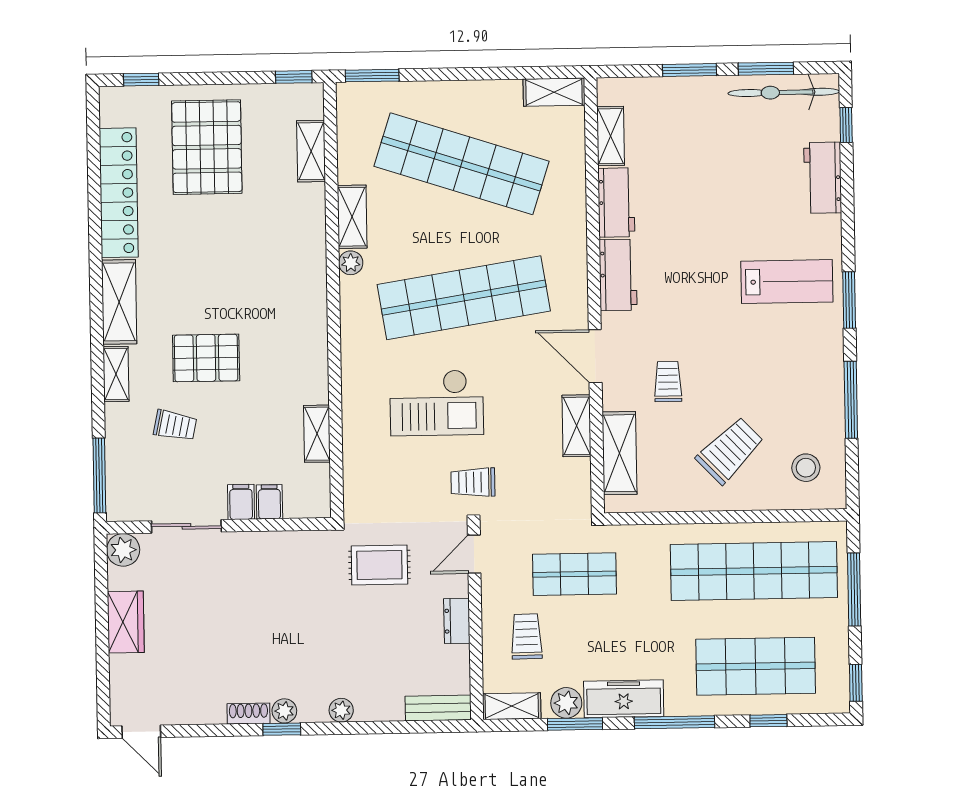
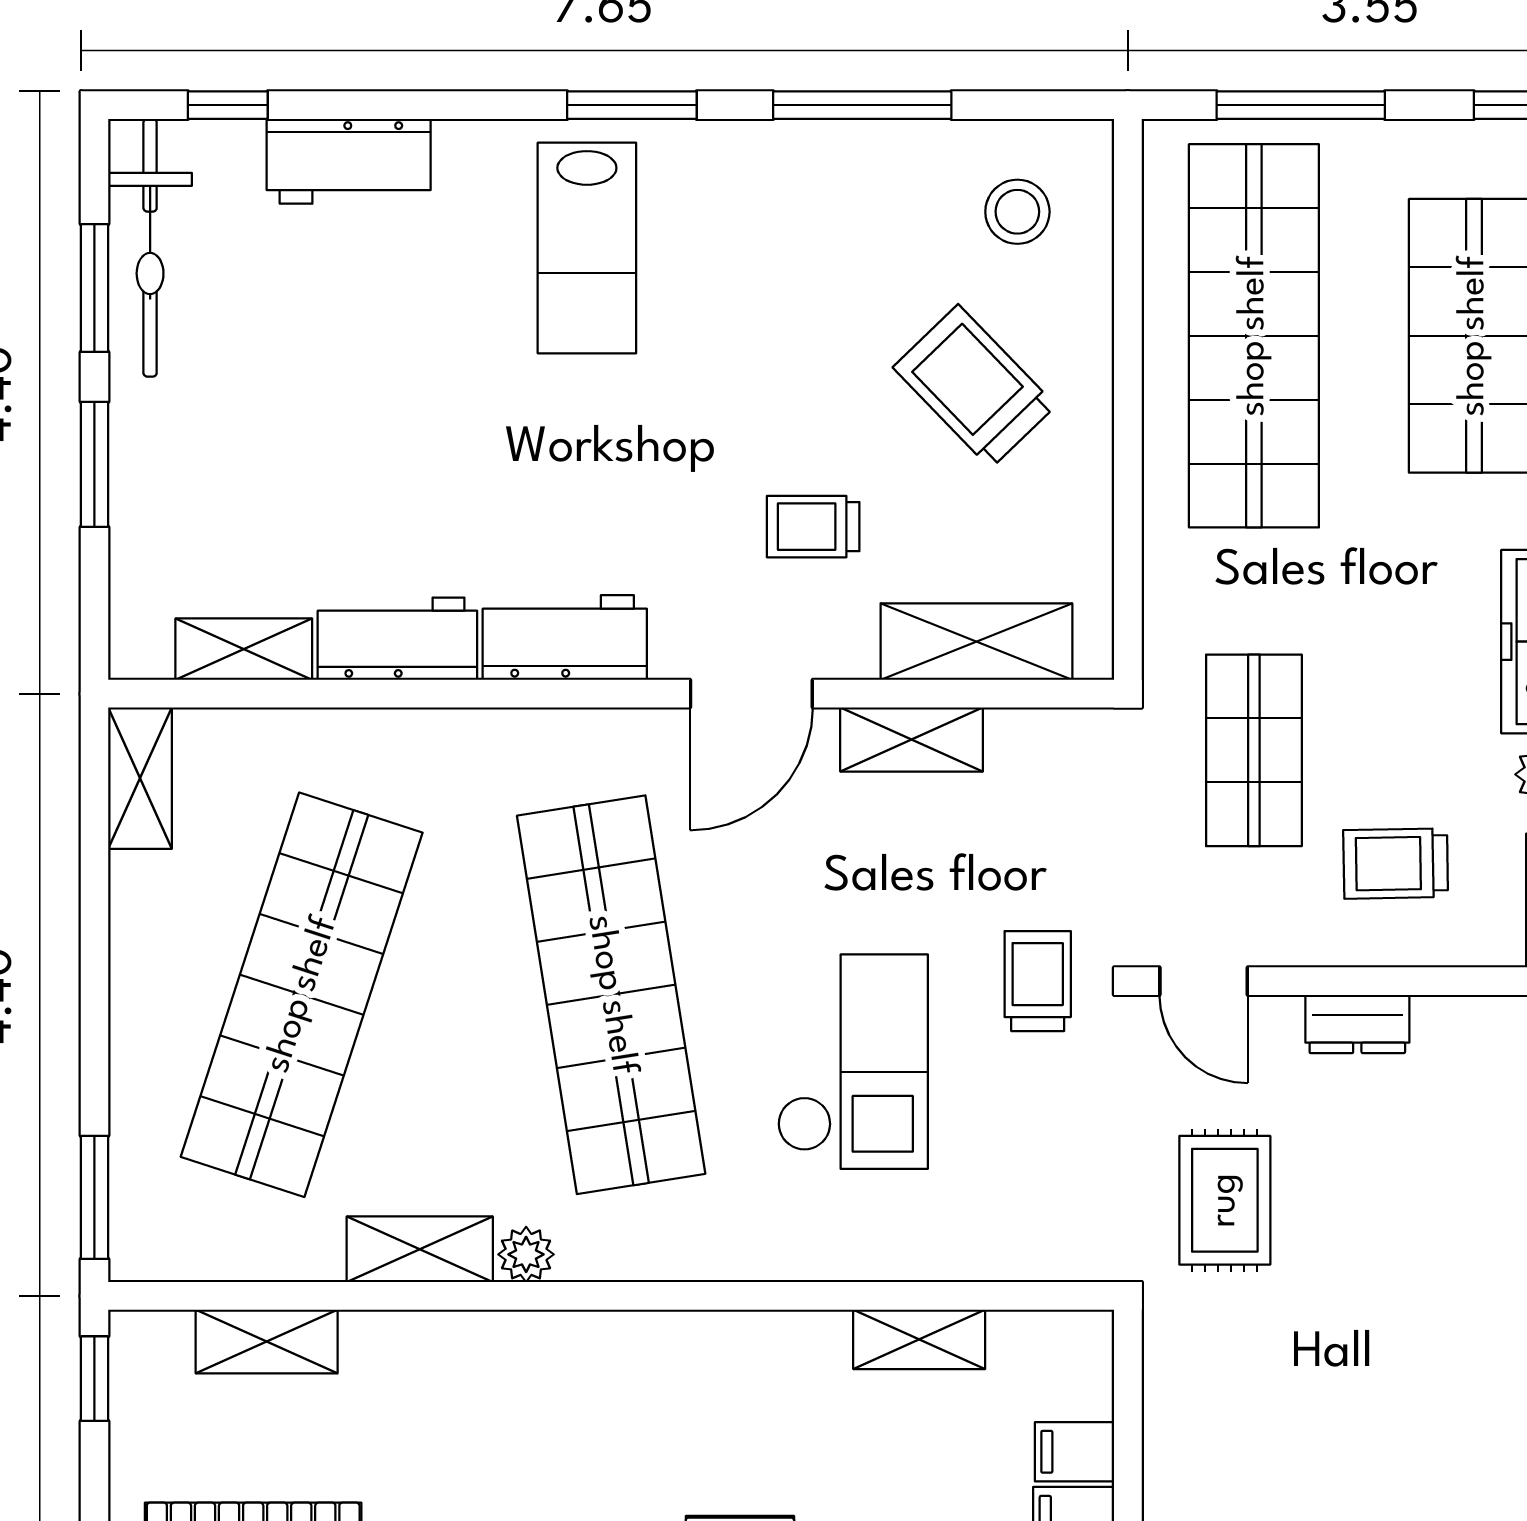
lab bench: (787, 282) -> (587, 248), turned 180
trolley: (473, 482) -> (1038, 981), turned 180

